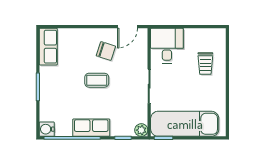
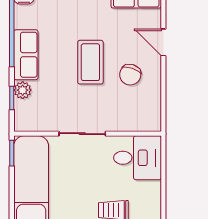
door: (128, 27) -> (163, 42), moved
coffee table: (97, 80) -> (90, 62), width x1.36, depth x1.30
plant: (141, 130) -> (23, 90), moved

